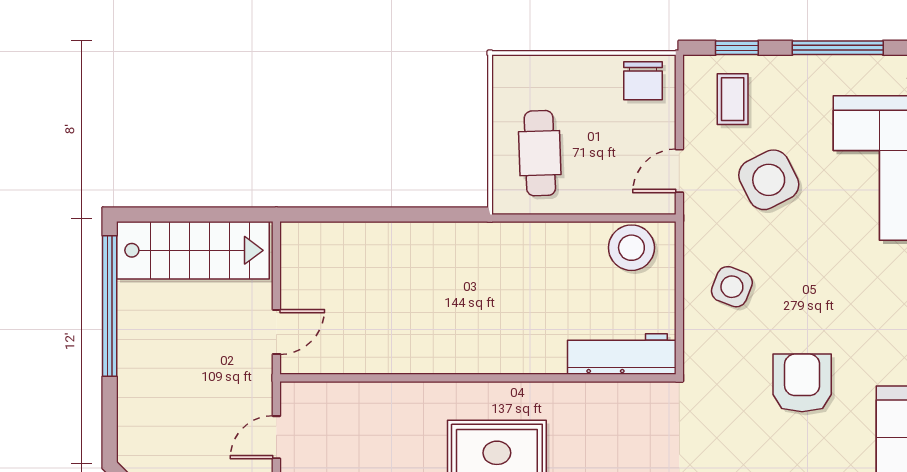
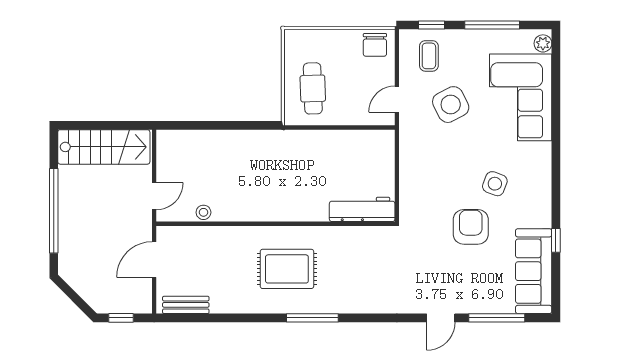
stool: (631, 248) -> (203, 212), moved, width x0.53, depth x0.53
side table: (732, 287) -> (495, 184), moved
window: (110, 306) -> (54, 211), moved
door: (276, 437) -> (154, 260), width x1.38

